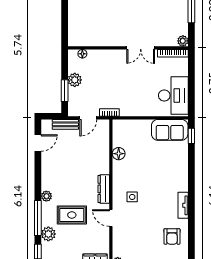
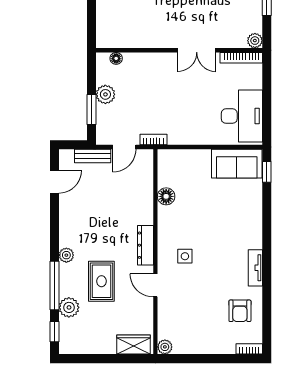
rug: (72, 215) -> (101, 281), turned 90

